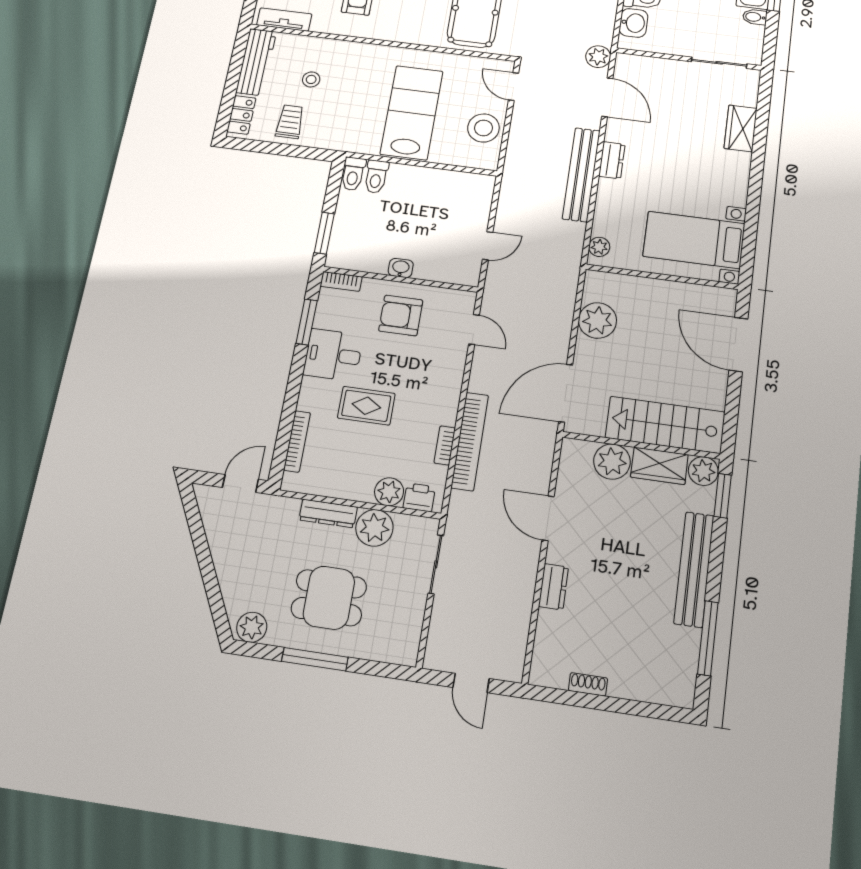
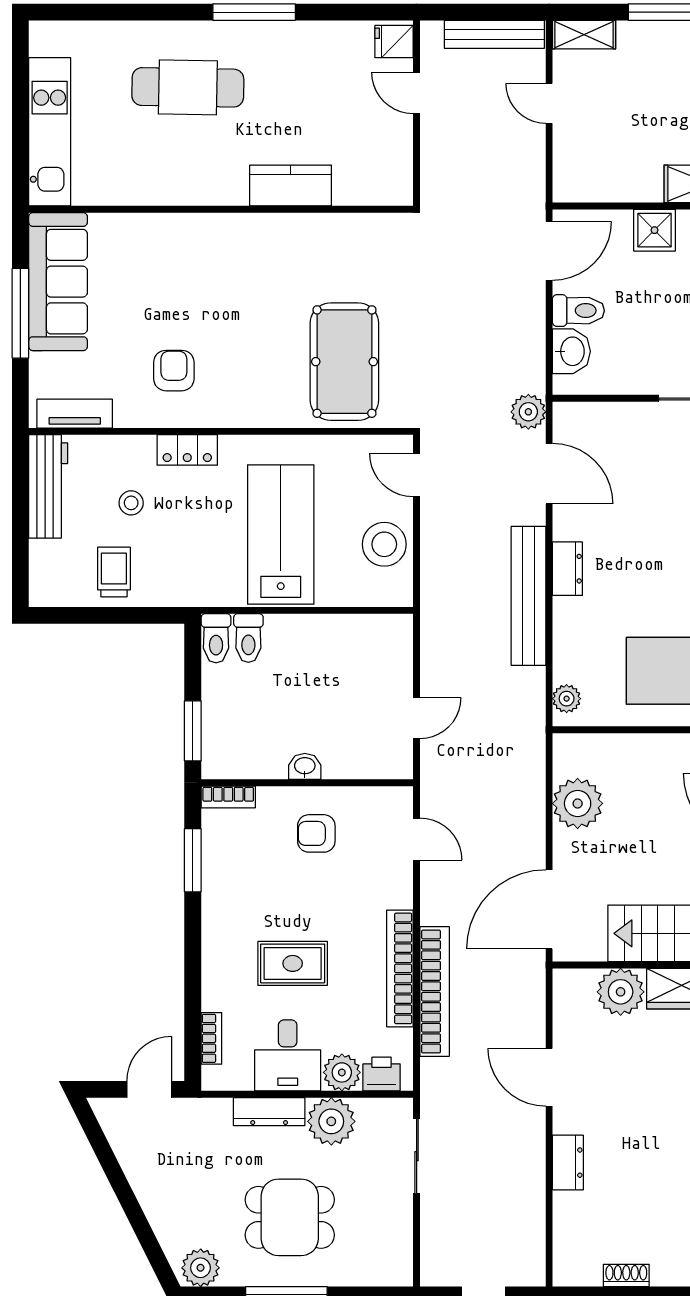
locker: (241, 115) -> (187, 450), moved, turned 90
armchair: (401, 315) -> (316, 833), width x0.72, depth x0.72
desk: (333, 355) -> (288, 1055), moved, turned -90
bookcase: (297, 441) -> (211, 1038), width x0.64
bookcase: (445, 445) -> (400, 968), width x2.31, depth x1.31

